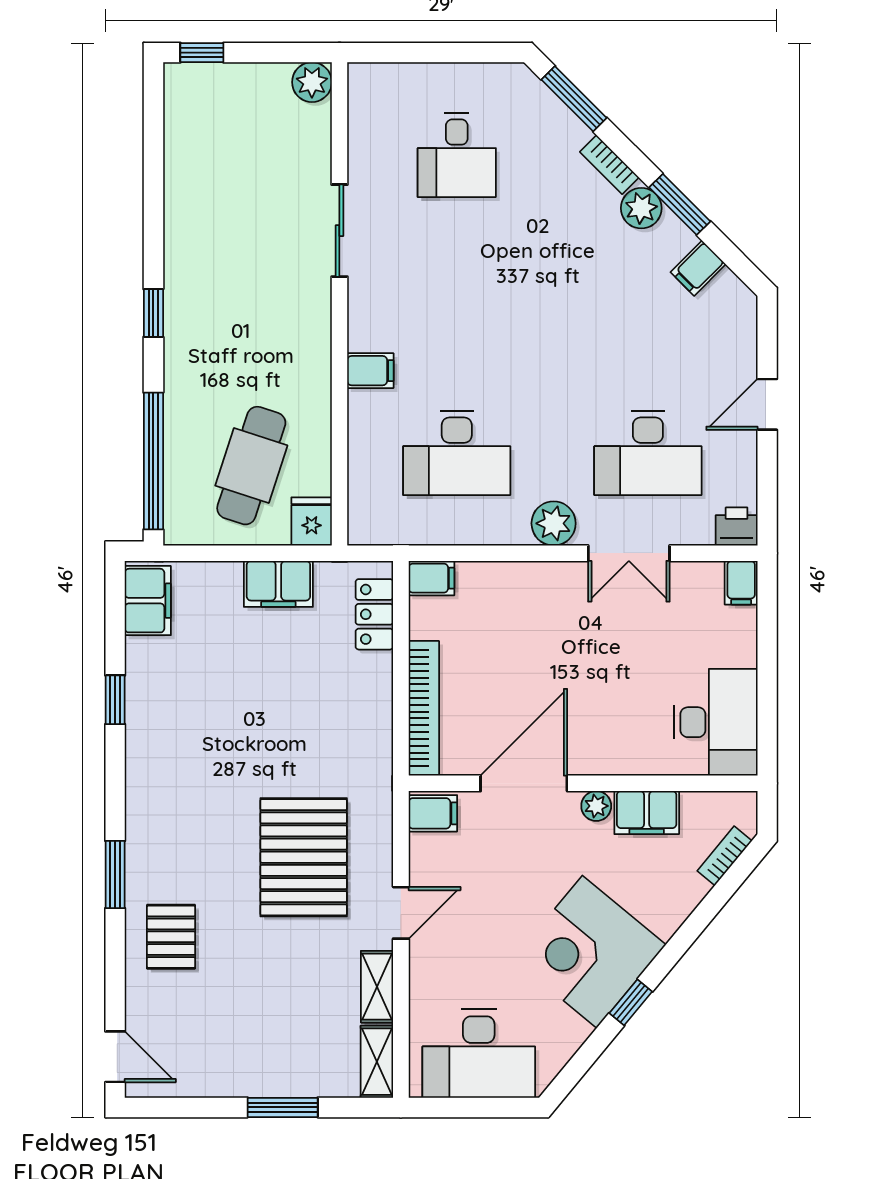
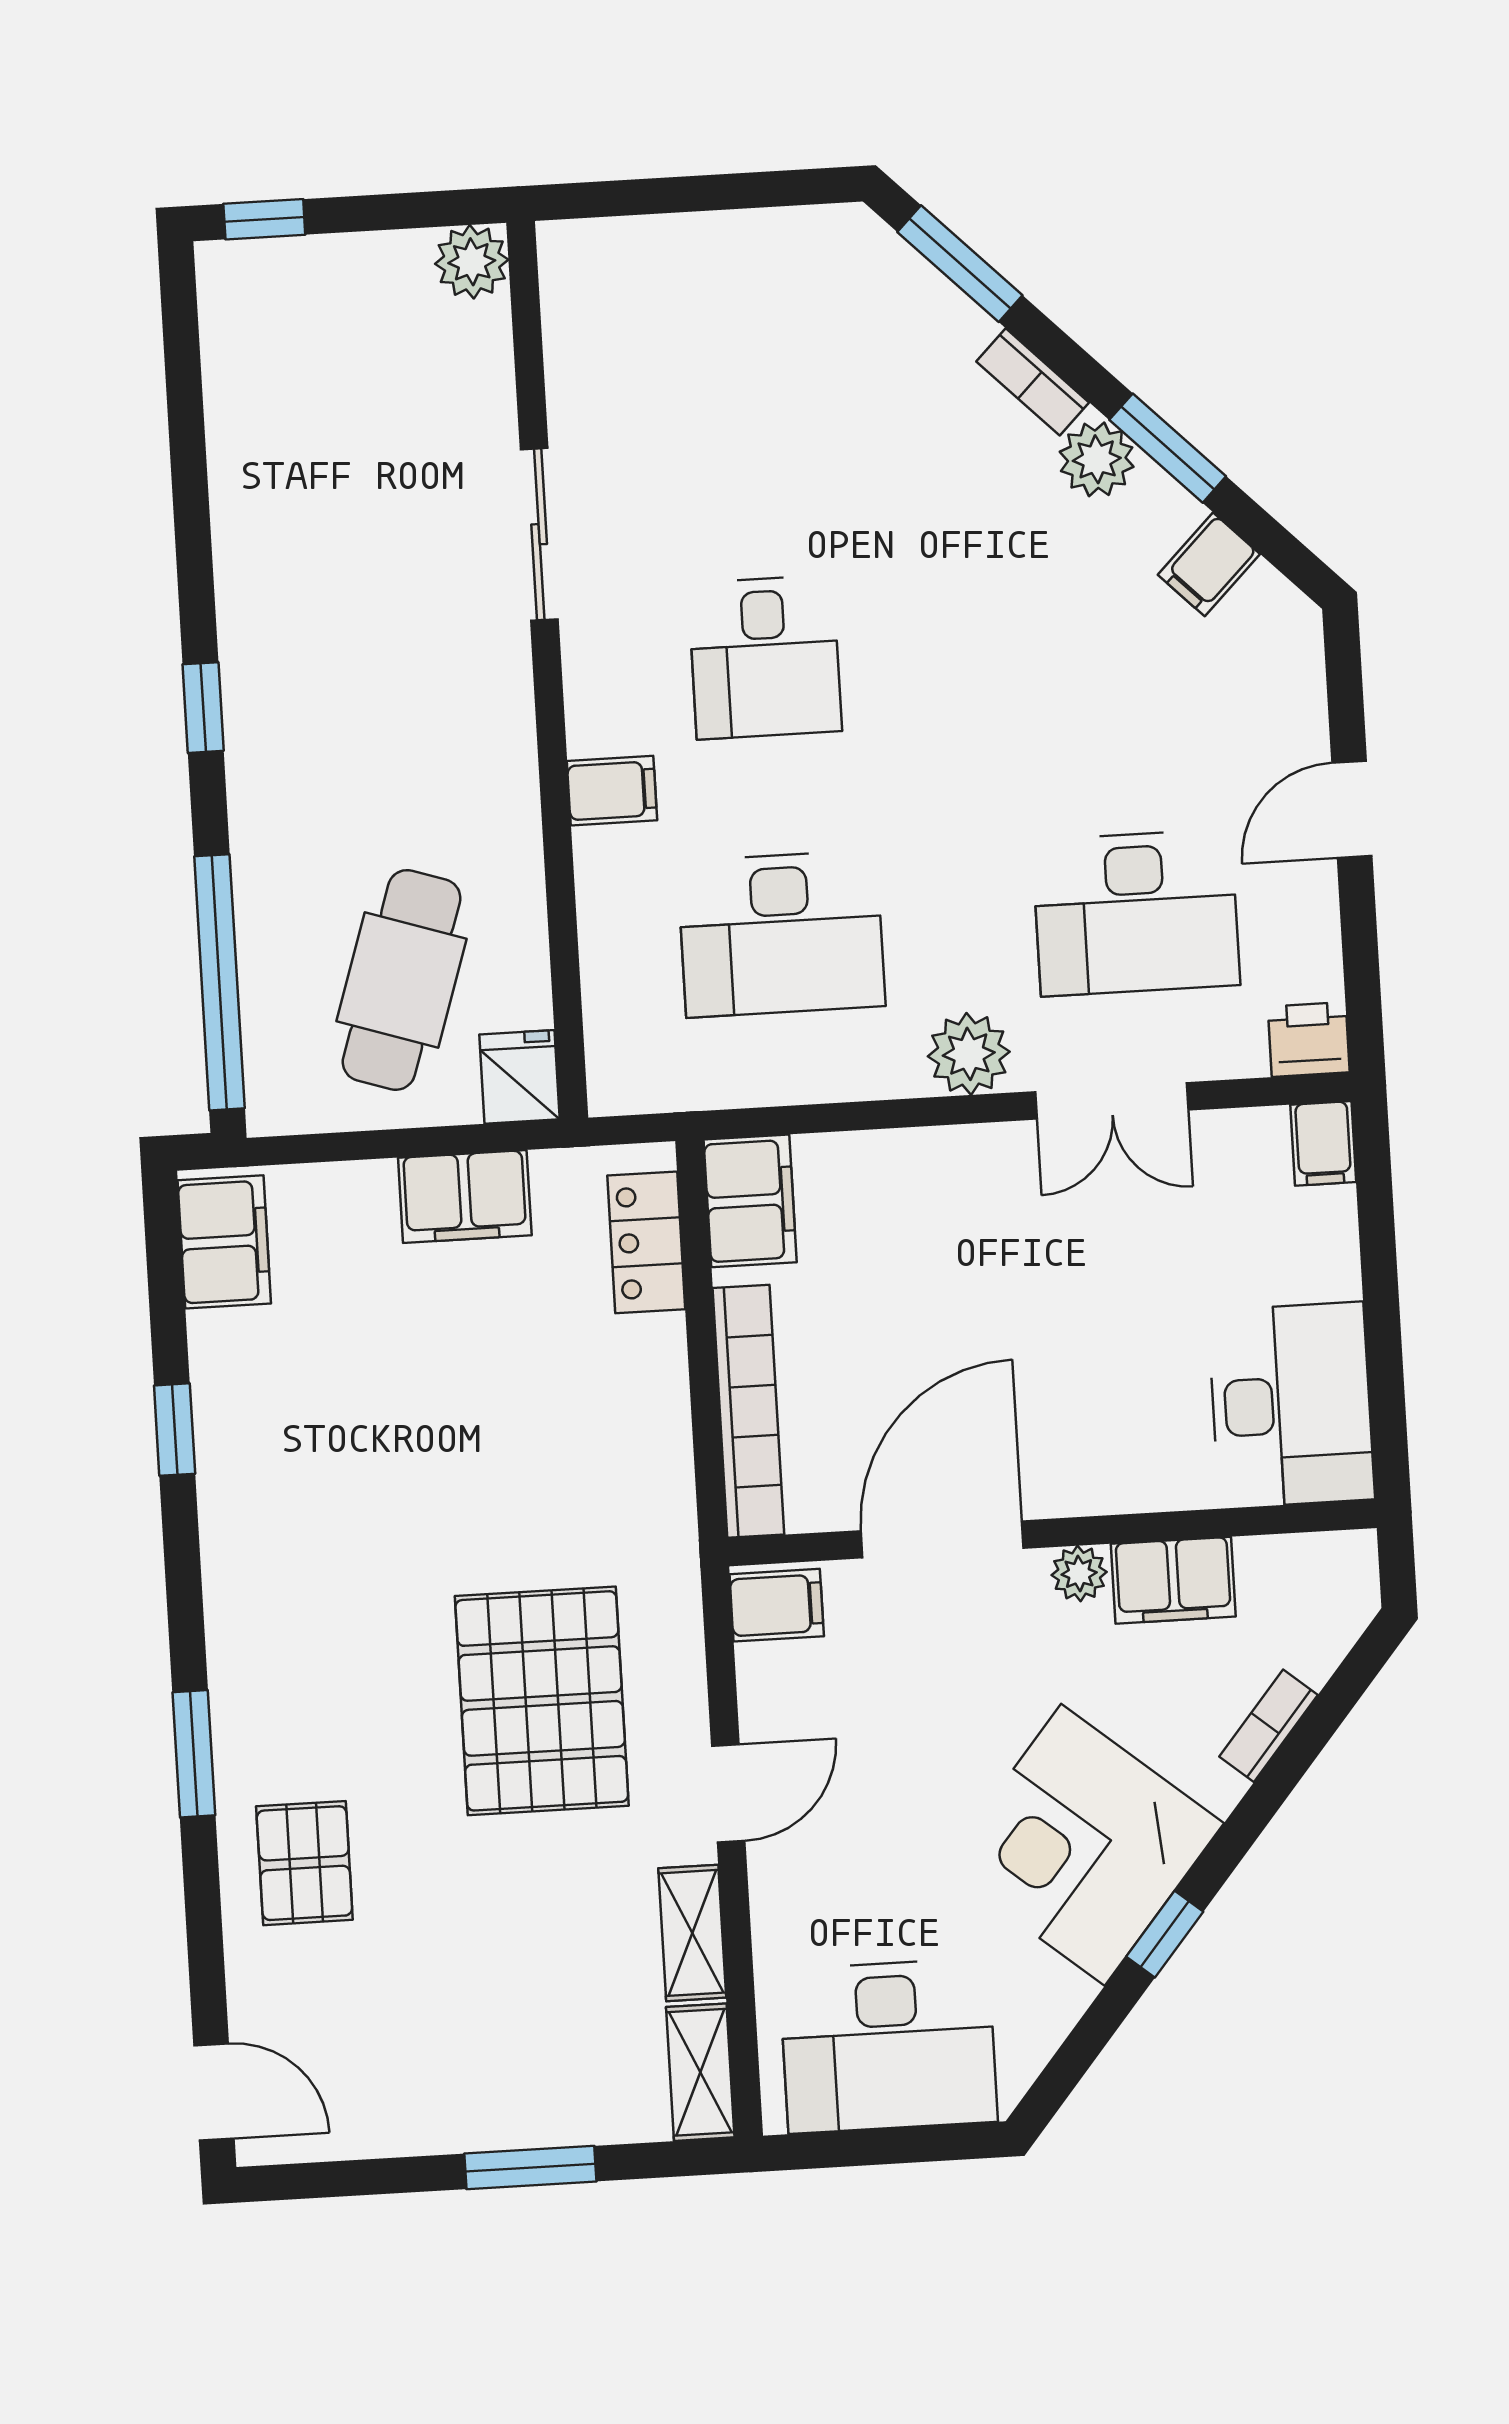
desk: (457, 155) -> (765, 657), moved
filing cabinet: (432, 578) -> (750, 1201), width x2.00
bookcase: (725, 856) -> (1268, 1726), moved

